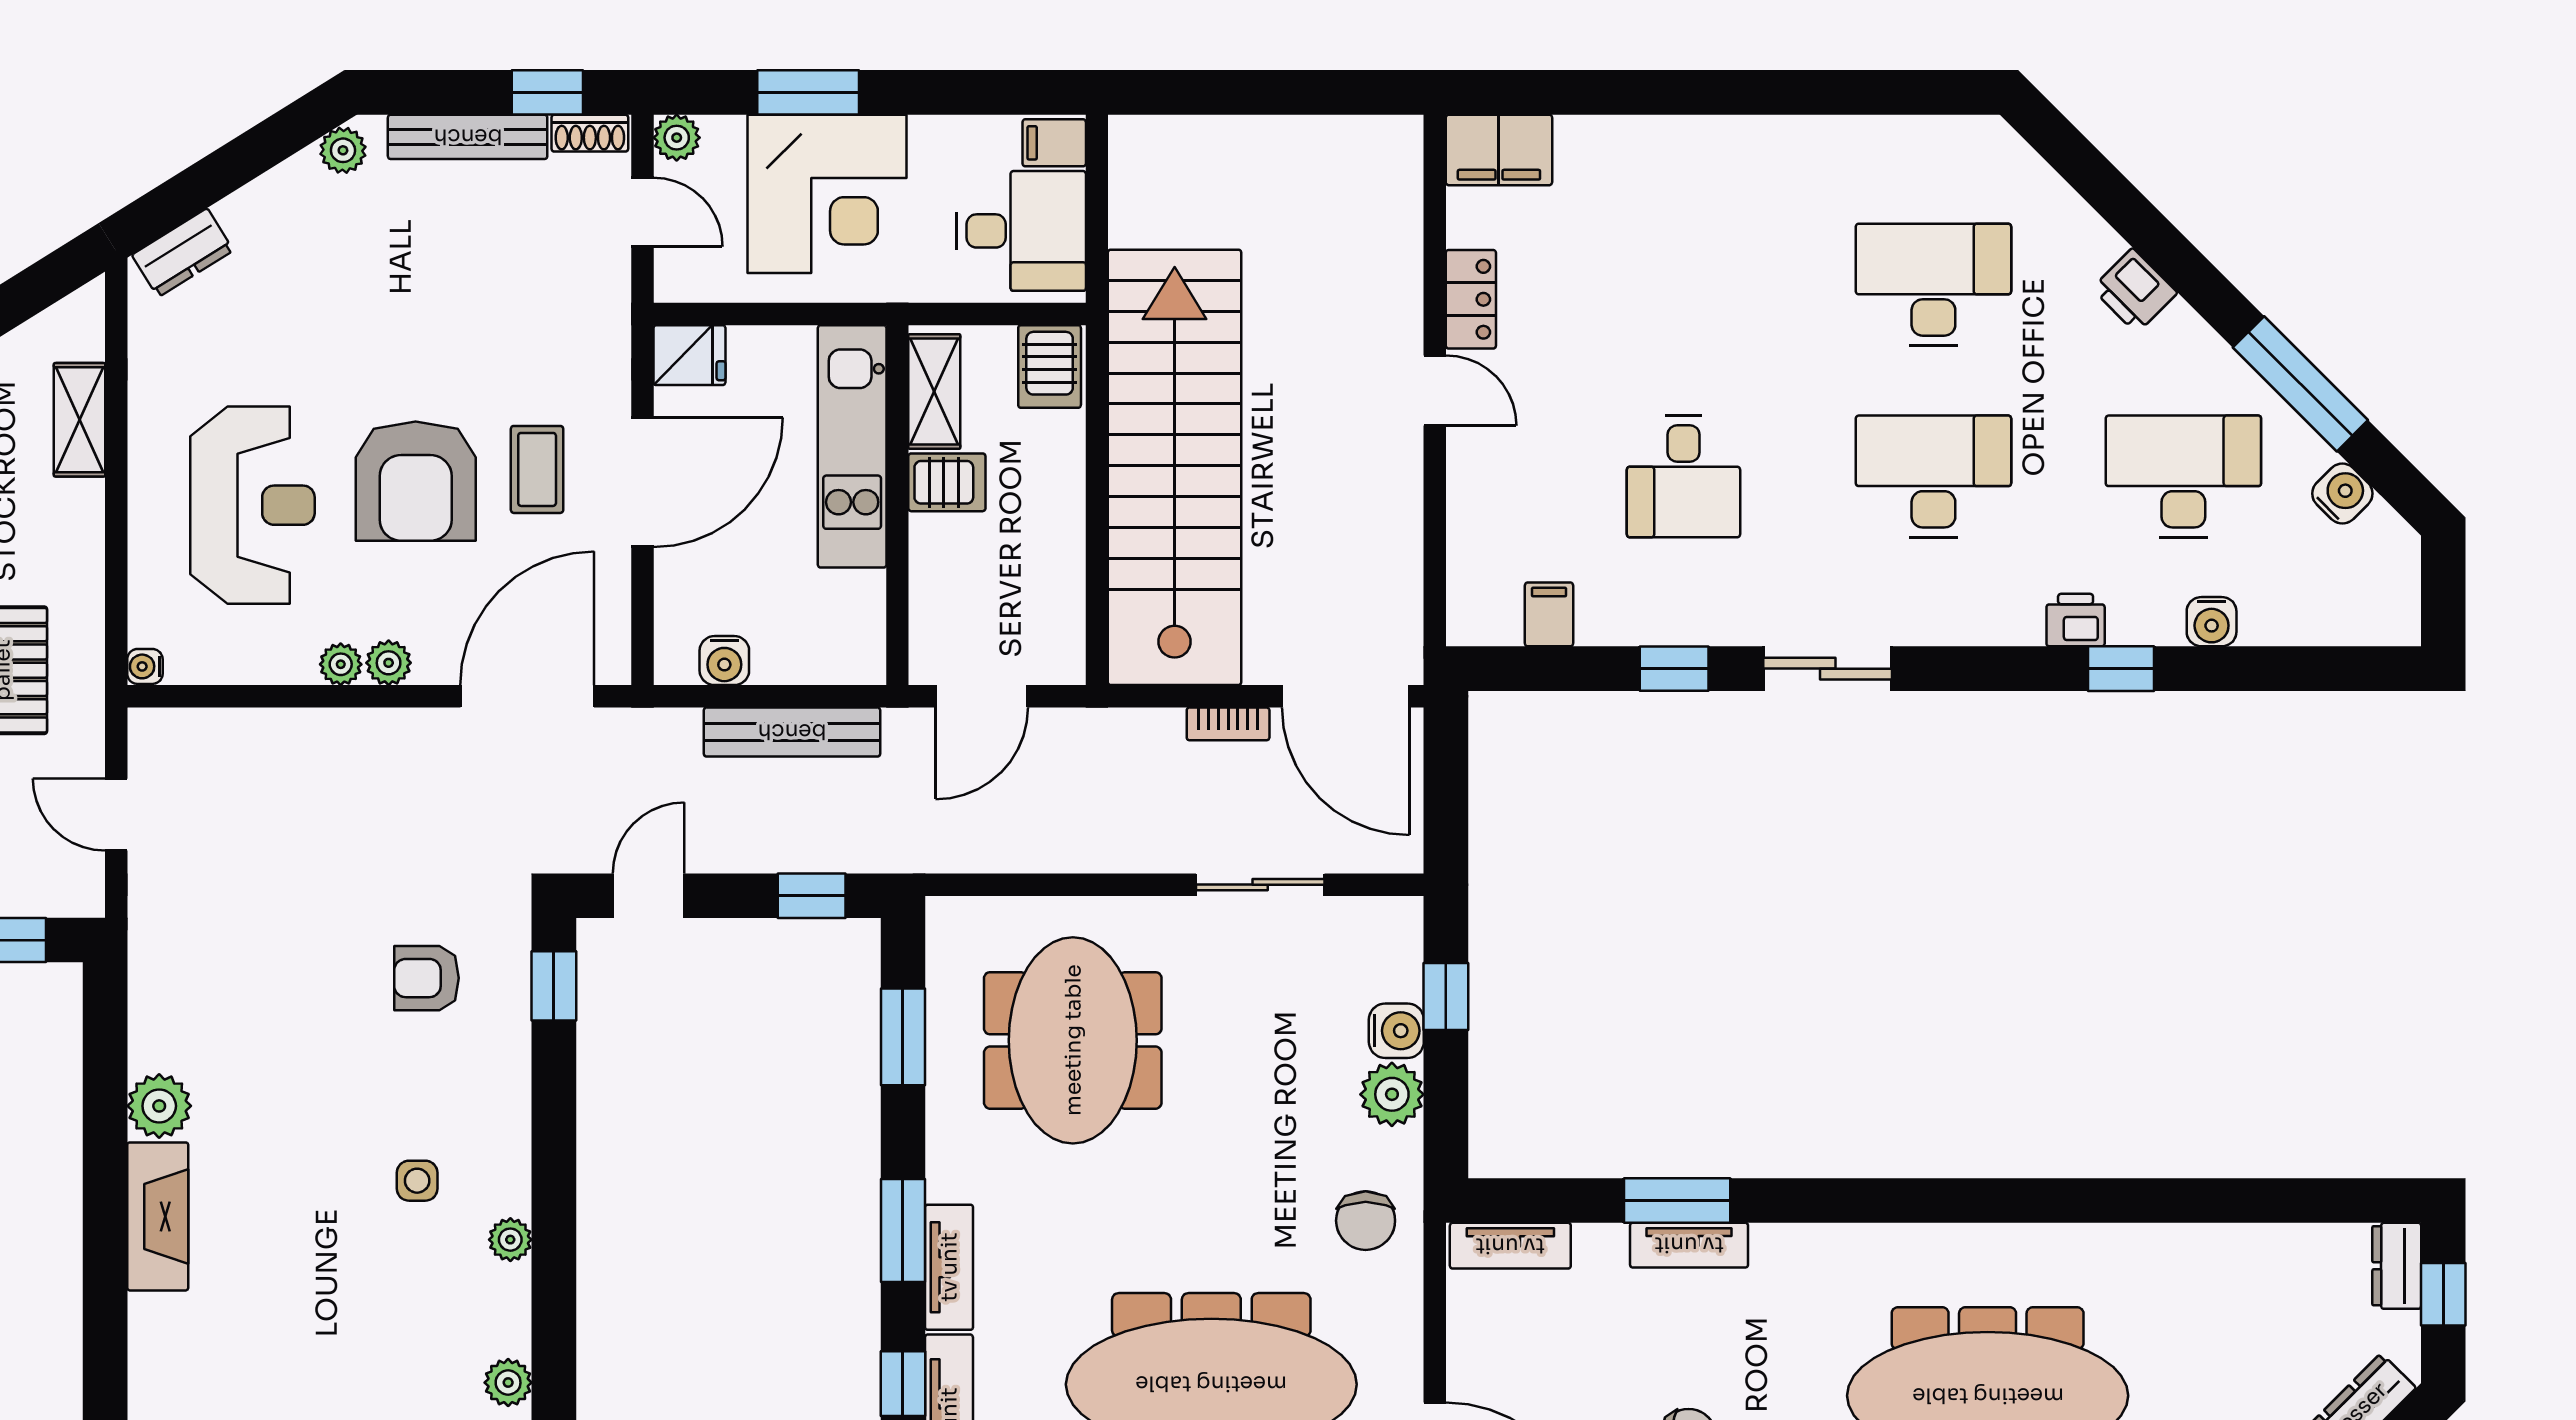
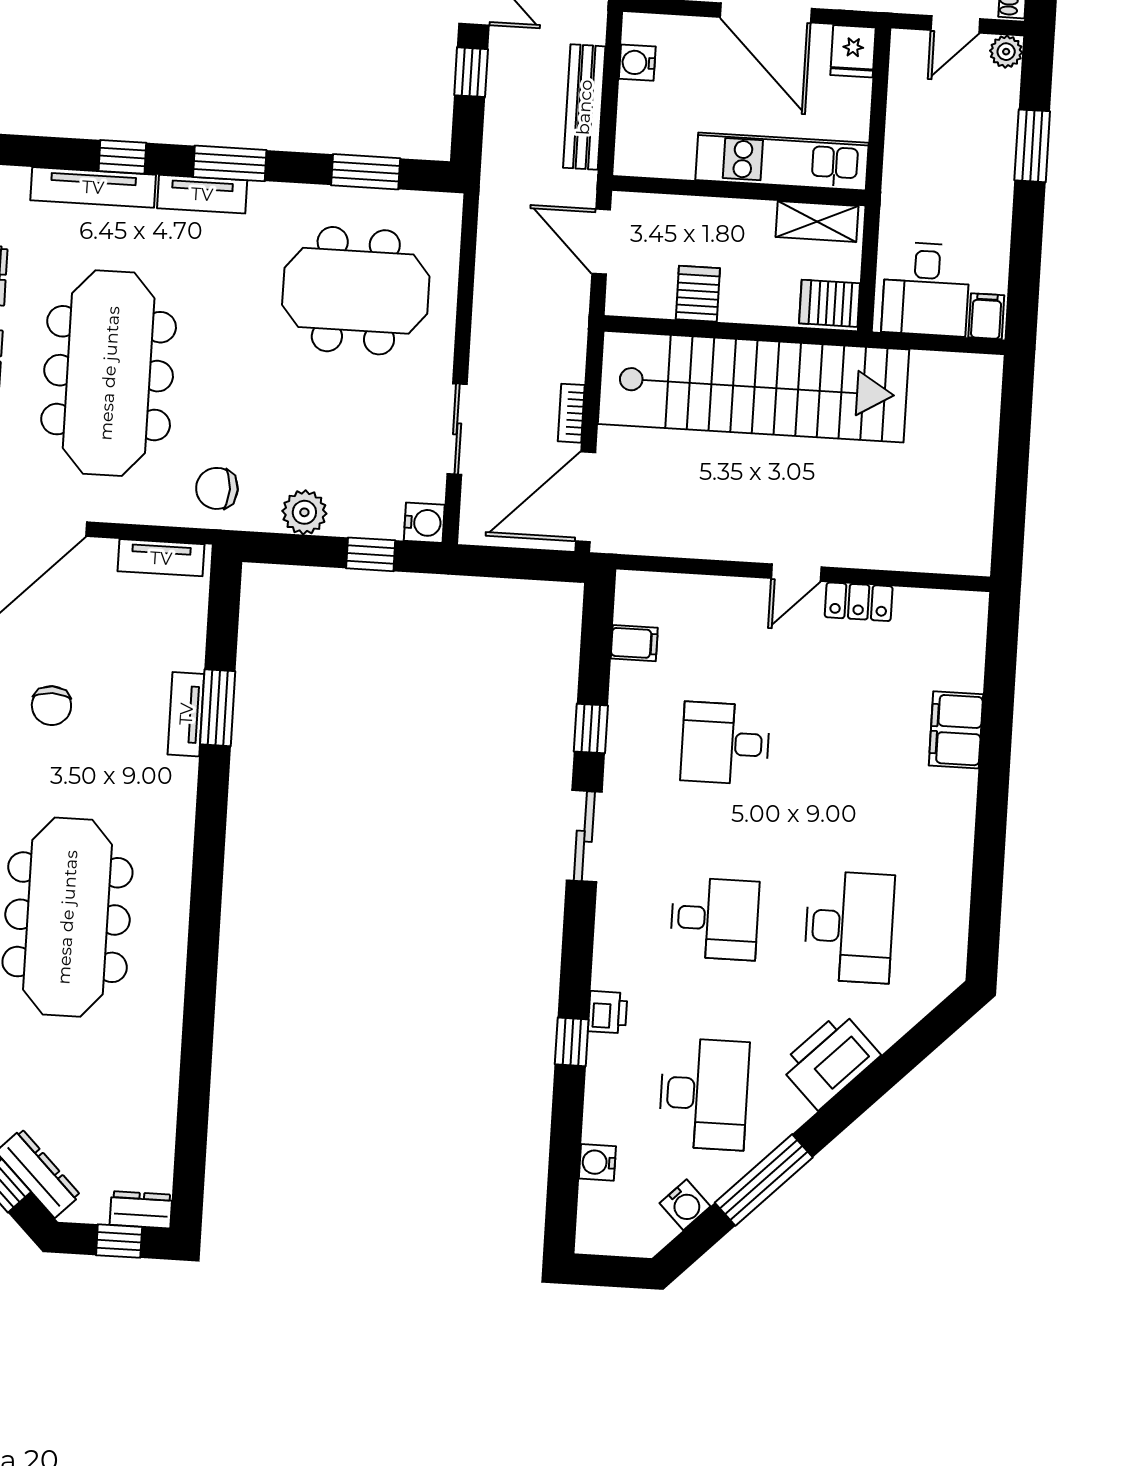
filing cabinet: (1499, 150) -> (956, 730), moved
corner desk: (827, 194) -> (960, 155), removed
printer: (2135, 291) -> (830, 1060), width x1.87, depth x1.48
desk: (1933, 476) -> (715, 919), width x0.73
server rack: (947, 482) -> (698, 294), moved, turned 180
water cooler: (2212, 622) -> (597, 1162), moved
window: (812, 896) -> (471, 72), moved
water cooler: (1396, 1031) -> (424, 523), moved, turned -90
tv unit: (1510, 1246) -> (161, 558), moved, turned -90

